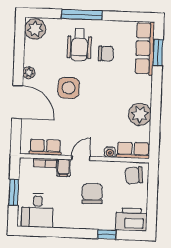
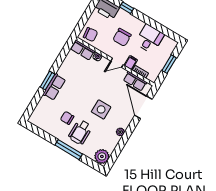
wheelchair: (79, 45) -> (80, 132), turned 180
row of seats: (145, 48) -> (54, 87), moved, width x0.68
window: (158, 52) -> (47, 81), moved
door: (17, 102) -> (143, 107), moved
plant: (140, 114) -> (67, 70), removed
desk: (37, 210) -> (150, 39), moved

